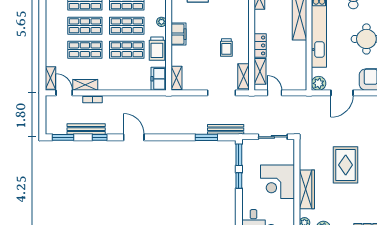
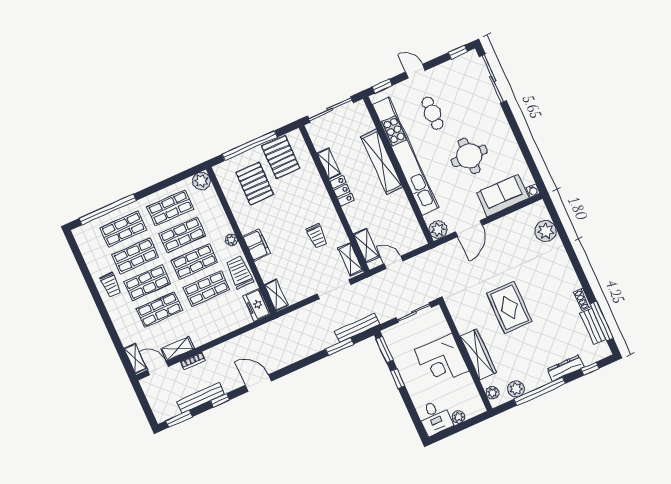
trolley: (57, 15) -> (111, 285), added
locker: (260, 45) -> (342, 191), moved
trolley: (157, 49) -> (240, 272), turned 180

